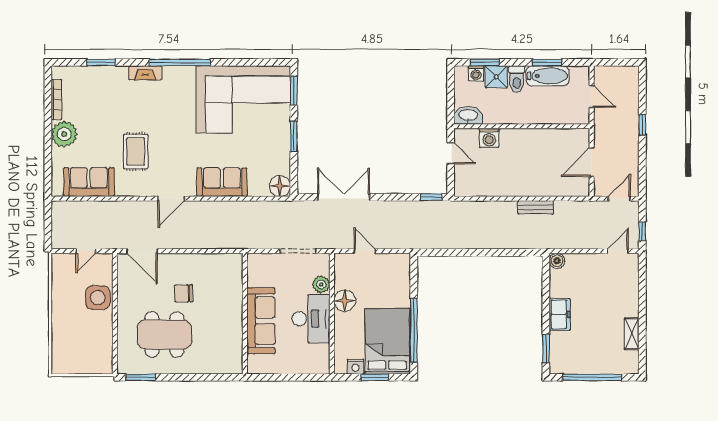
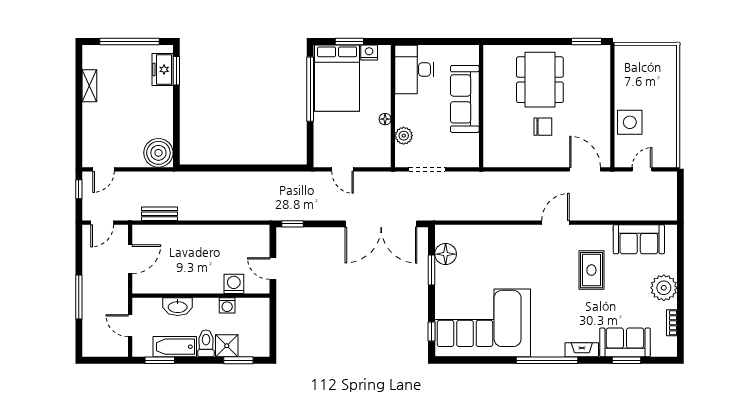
window: (547, 62) -> (160, 360), moved
washing machine: (476, 73) -> (227, 305), moved, turned 180
window: (294, 91) -> (432, 332), width x0.67
bookcase: (56, 99) -> (672, 323), width x0.64
washbasin: (468, 115) -> (178, 307), moved
window: (642, 125) -> (79, 297), width x2.17
window: (294, 136) -> (432, 270), moved
sofa: (222, 182) -> (625, 342), moved, turned 180
floor lamp: (280, 186) -> (446, 254), moved
double door: (344, 197) -> (381, 224), width x1.36
bench: (536, 207) -> (160, 214), moved
door: (365, 251) -> (342, 169), moved
boiler: (557, 261) -> (158, 153), width x1.86, depth x1.86
floor lamp: (345, 301) -> (385, 119), width x0.53, depth x0.53
freezer: (560, 314) -> (163, 69), moved
desk: (311, 319) -> (414, 70), moved
dining table: (164, 335) -> (540, 80), moved, turned 90

